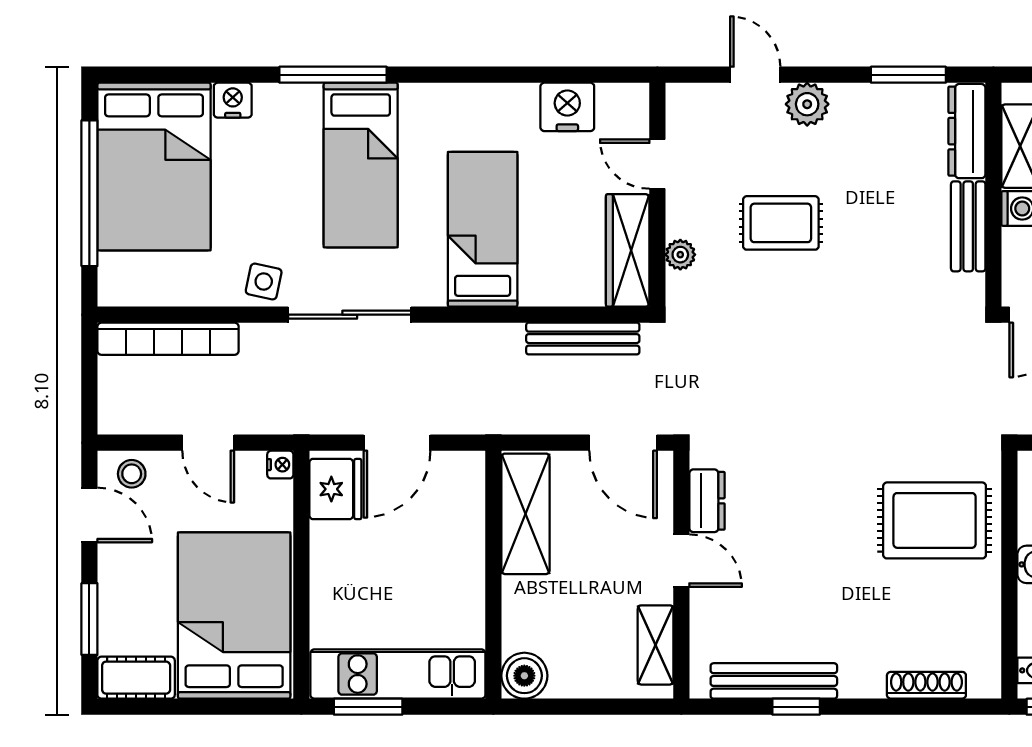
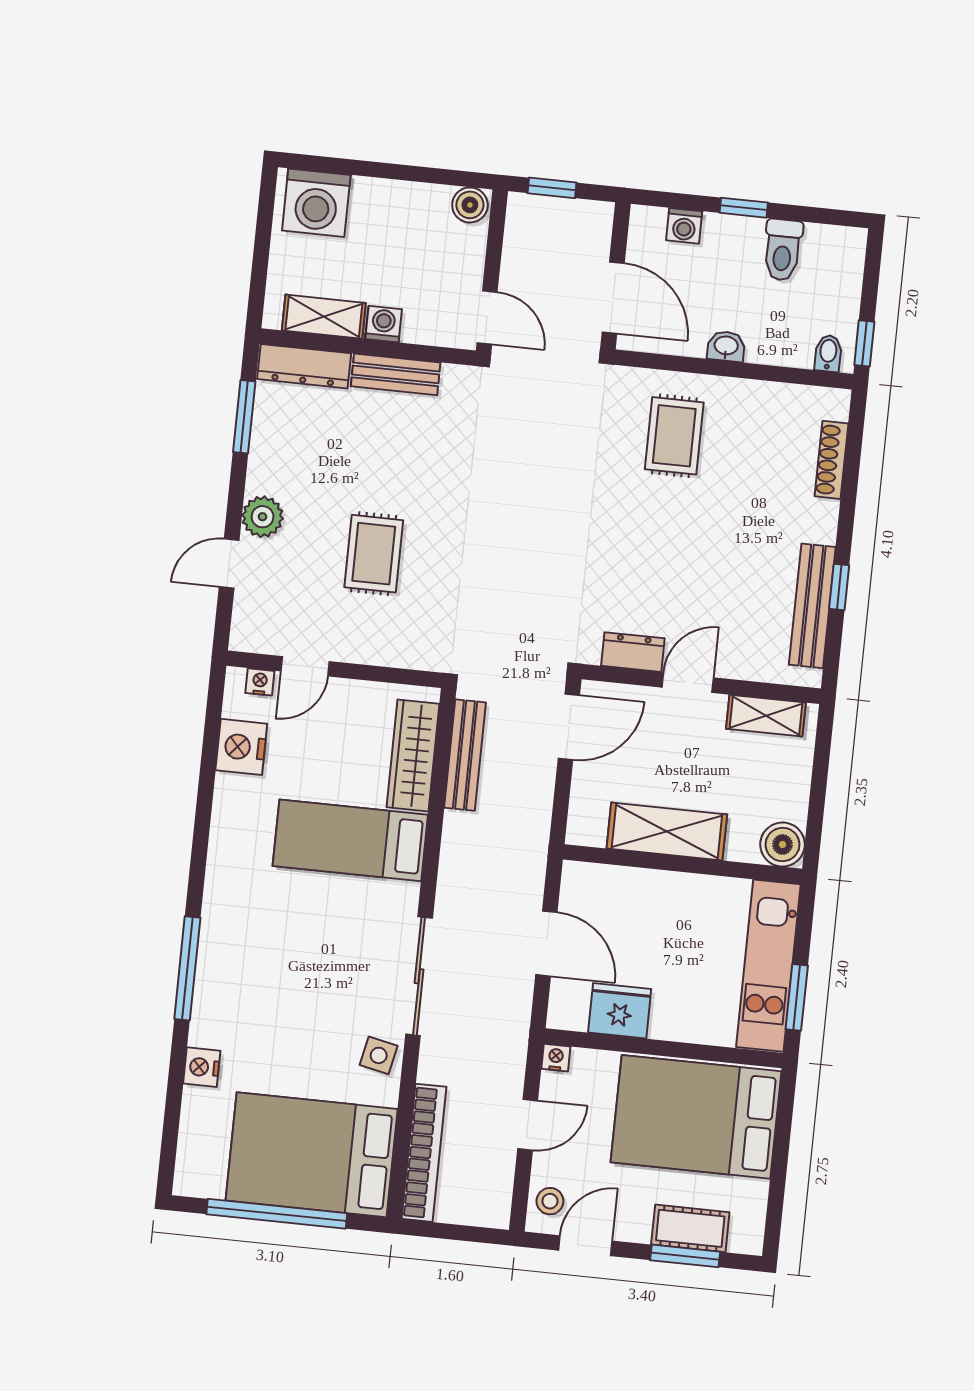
nightstand: (636, 119) -> (260, 682), added
bed: (361, 165) -> (277, 951), removed
bed: (154, 167) -> (312, 1155), moved, turned 180
wardrobe: (628, 250) -> (413, 755), moved, turned 90
plant: (680, 255) -> (394, 653), removed
fridge: (335, 489) -> (620, 1011), moved
shelving: (526, 514) -> (667, 831), moved
rug: (935, 520) -> (674, 436), width x0.73, depth x0.70
cot: (136, 678) -> (690, 1228), moved, turned 90

